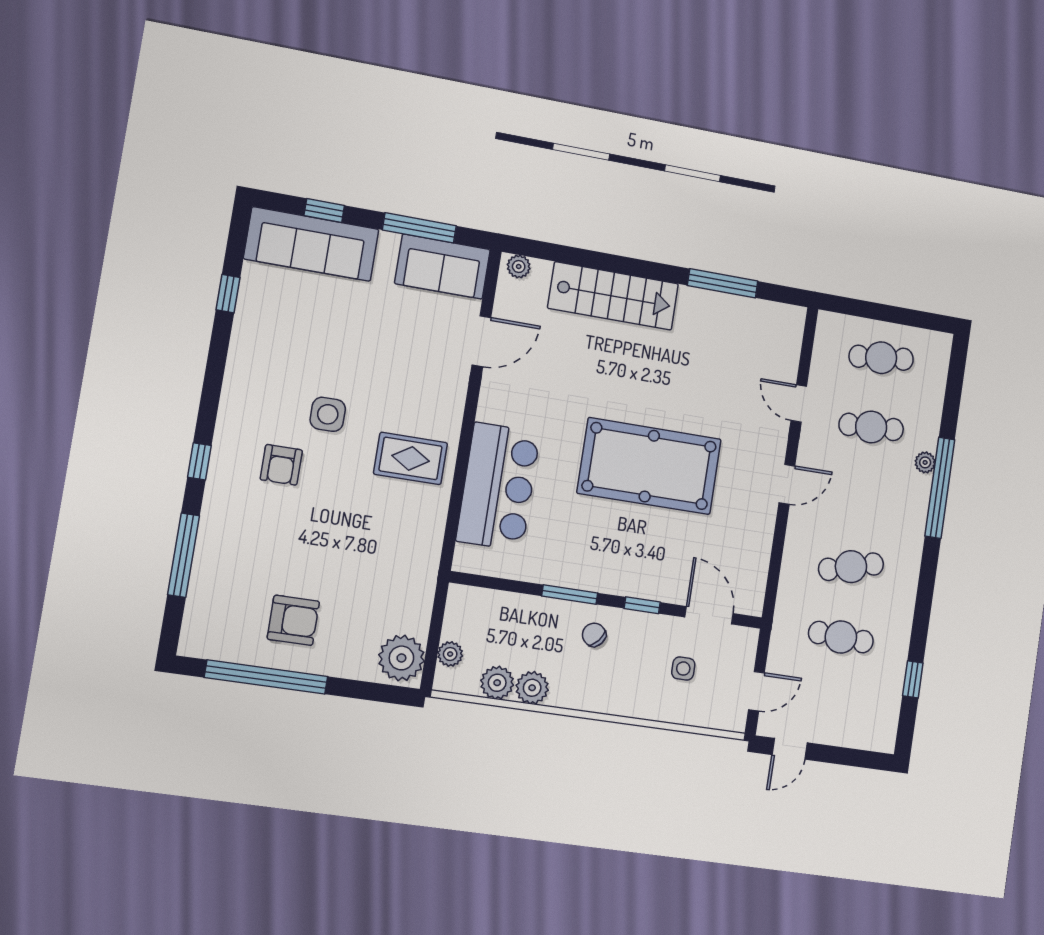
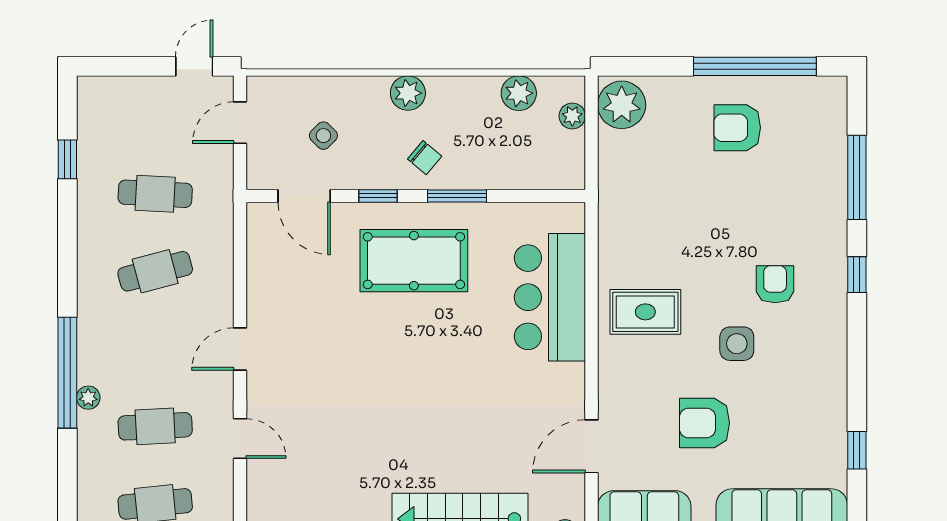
armchair: (371, 345) -> (704, 423), added
pool table: (649, 466) -> (414, 261), moved, width x0.73, depth x0.76
side table: (683, 669) -> (323, 136), turned 45
plant: (532, 688) -> (408, 93), moved

